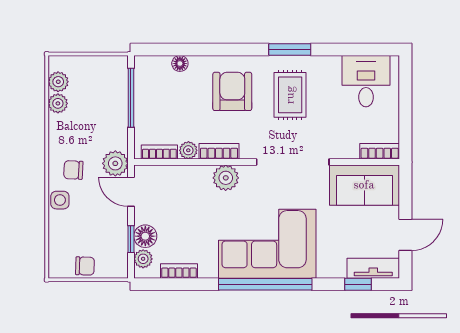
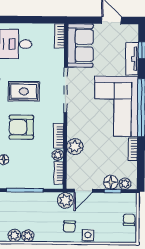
plant: (226, 178) -> (75, 147), moved
tv unit: (373, 268) -> (132, 59), moved
bookcase: (179, 271) -> (133, 149), moved

